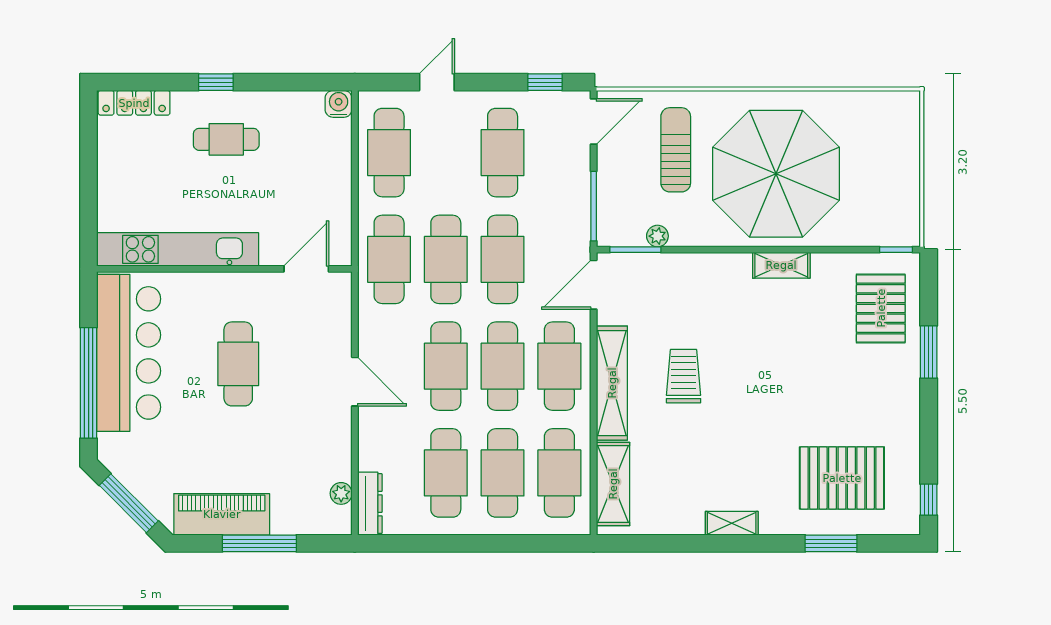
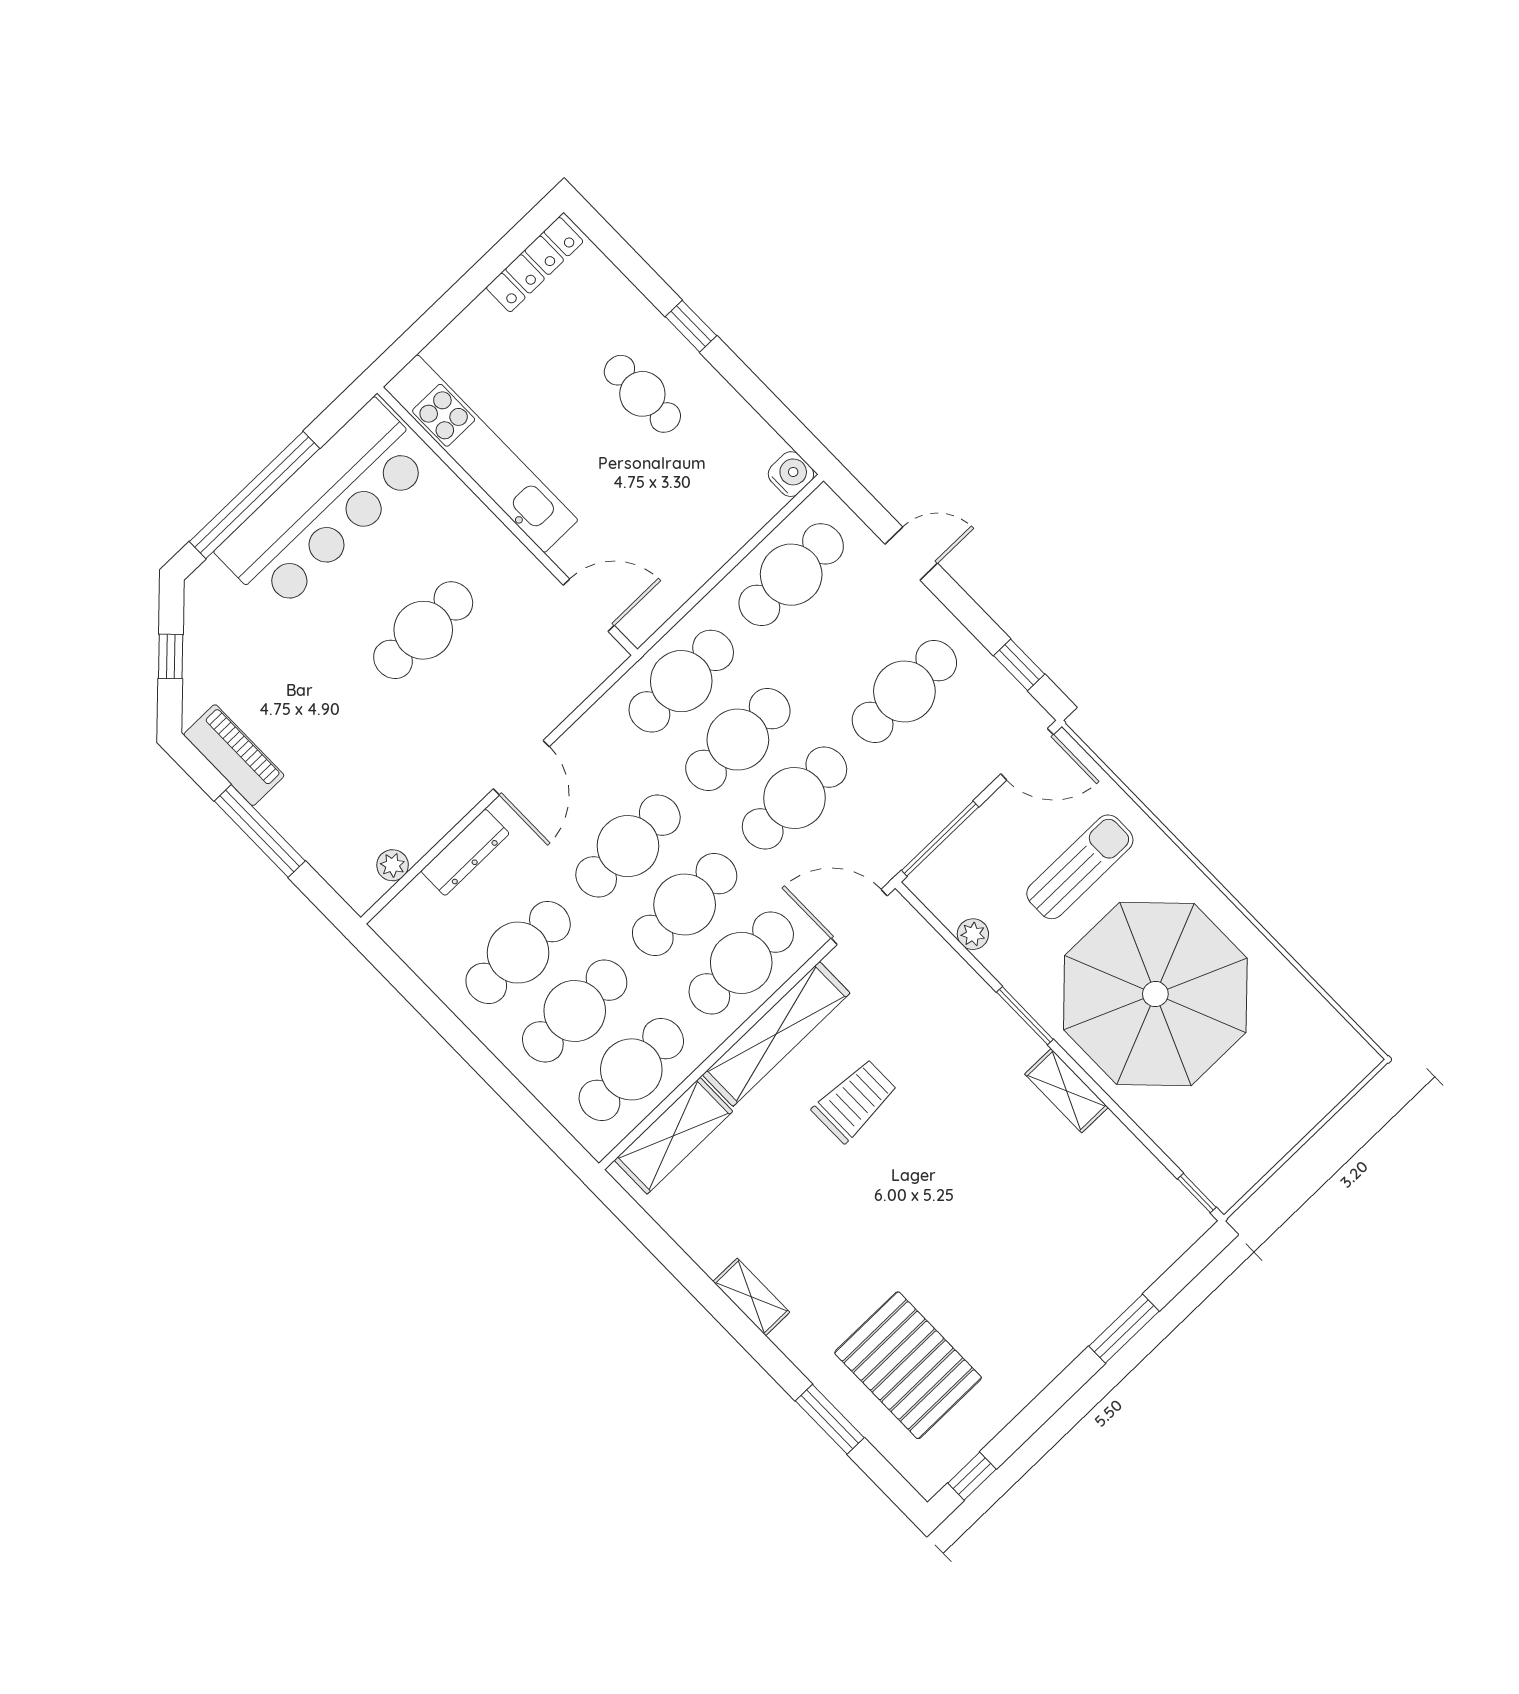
locker: (134, 103) -> (535, 265), moved, turned -90
window: (635, 250) -> (1025, 1016), moved
pallet: (881, 308) -> (1121, 1236), removed
window: (129, 503) -> (171, 656), width x0.46
dresser: (370, 504) -> (465, 852), moved
piano: (222, 514) -> (234, 755), width x0.73, depth x0.75

